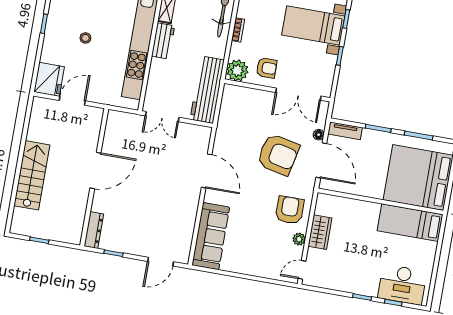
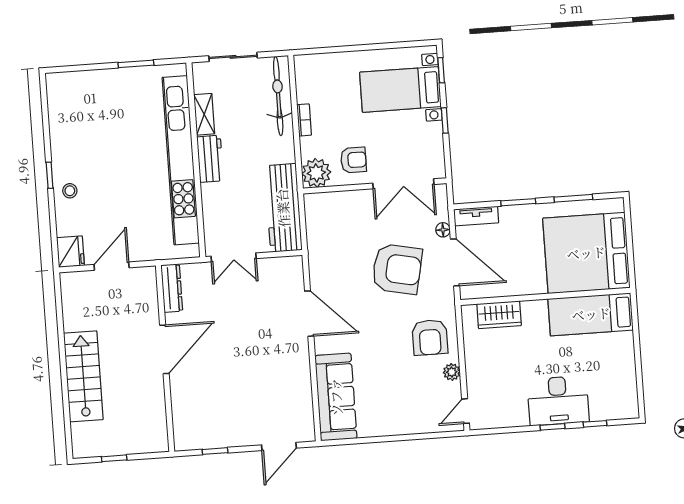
stool: (85, 38) -> (70, 191), moved
fridge: (49, 79) -> (70, 252), width x0.73, depth x0.75
armchair: (290, 210) -> (430, 337), turned 180
dresser: (94, 230) -> (172, 288), moved
wardrobe: (320, 232) -> (499, 315), moved, turned 90
desk: (402, 285) -> (558, 401), moved

